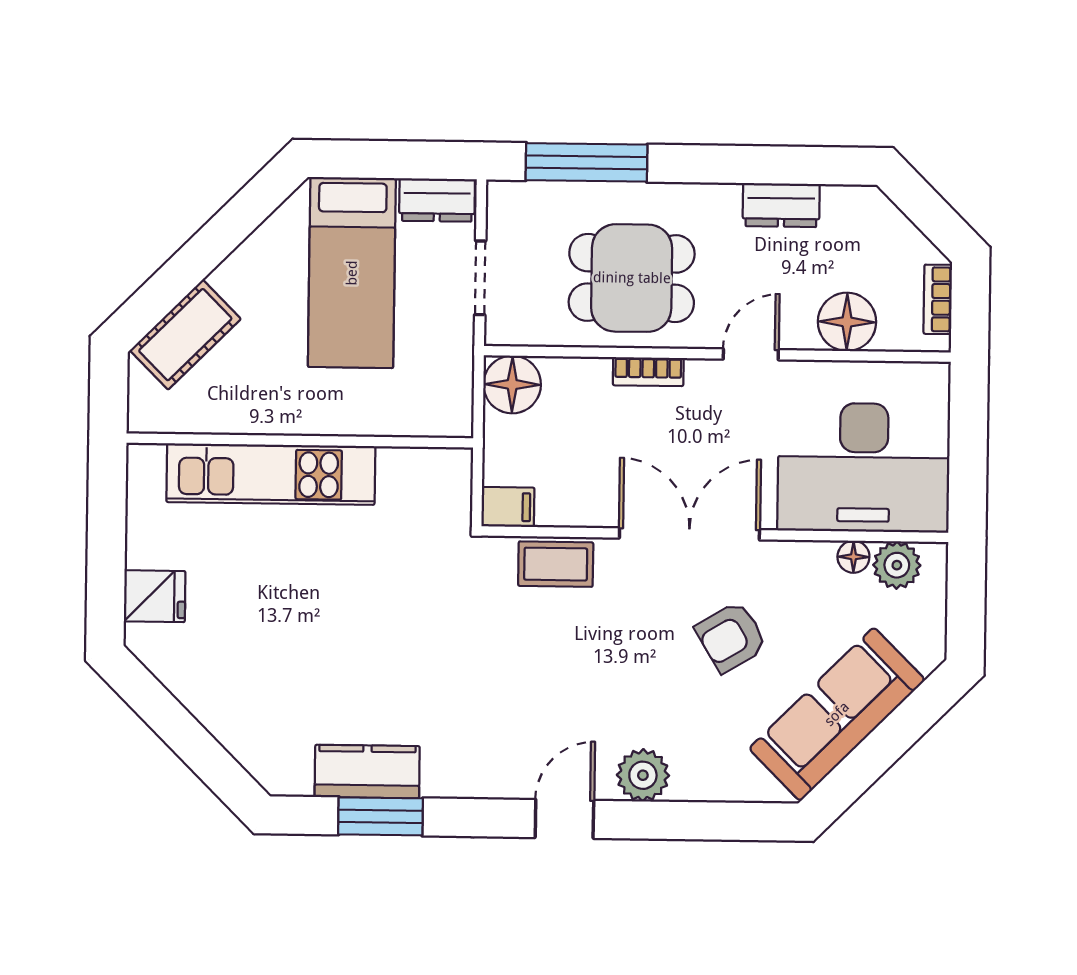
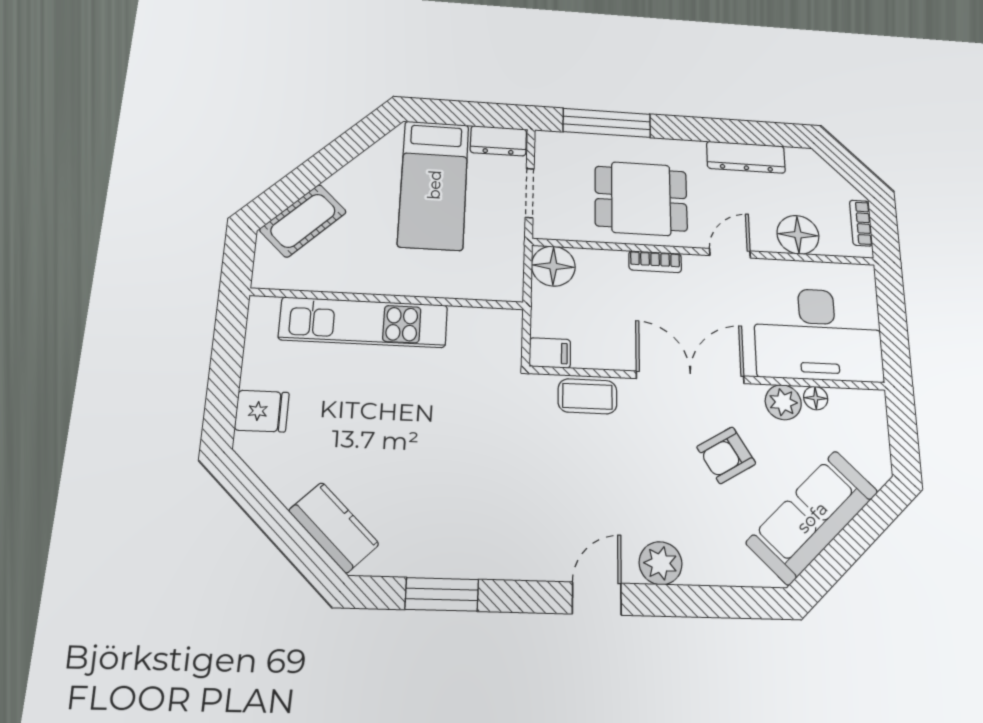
dresser: (781, 205) -> (746, 157), width x1.44
plant: (897, 565) -> (783, 402), moved
kitchen counter: (367, 772) -> (334, 527), moved, turned 45

